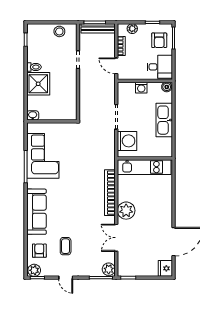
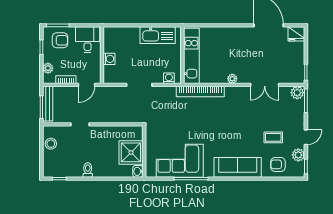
shower: (38, 84) -> (131, 152), moved
boiler: (167, 87) -> (108, 32), removed
kitchen sink: (164, 120) -> (158, 35), moved
washing machine: (127, 141) -> (169, 78), width x0.53, depth x0.53
bookcase: (110, 193) -> (200, 91), moved
plant: (126, 211) -> (232, 79), width x0.53, depth x0.53
plant: (34, 270) -> (298, 155), moved

